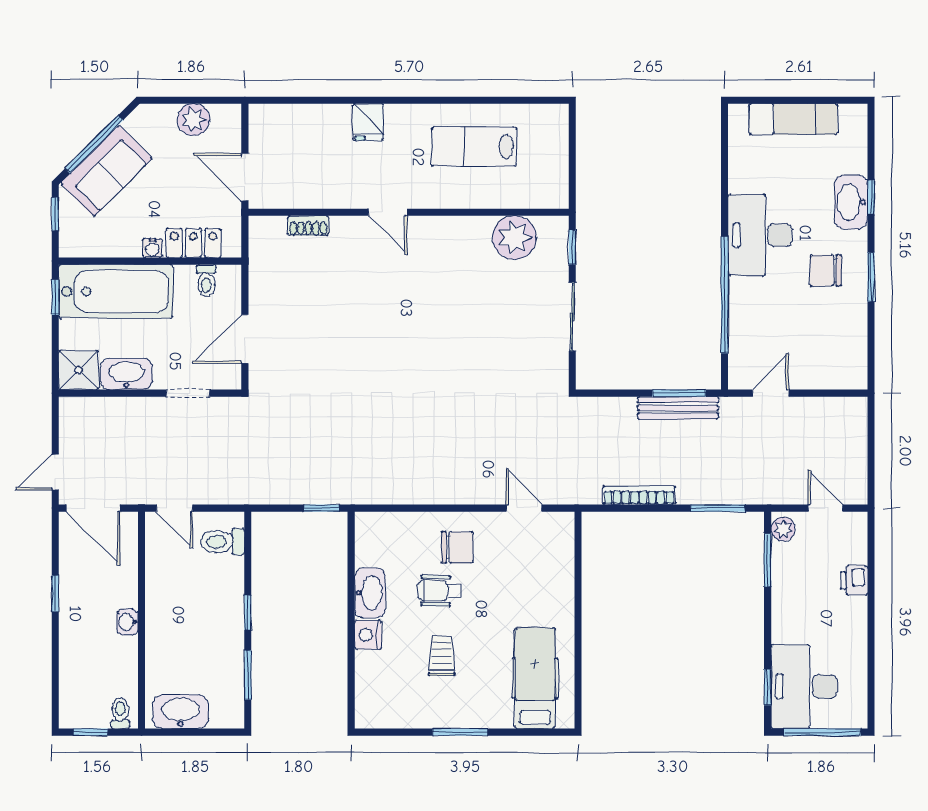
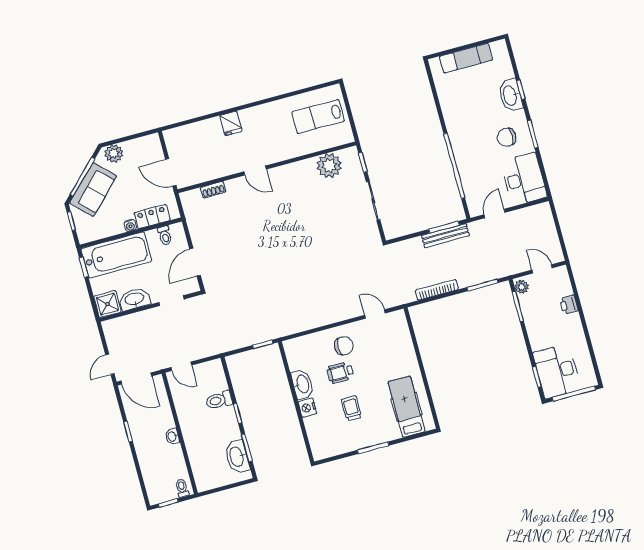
plant: (194, 120) -> (114, 154), moved
lab bench: (474, 147) -> (318, 117), moved
desk: (760, 235) -> (524, 179), moved, turned 180
toilet: (223, 542) -> (219, 400), moved
washbasin: (181, 712) -> (237, 457), moved, turned -90

